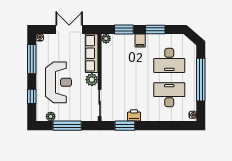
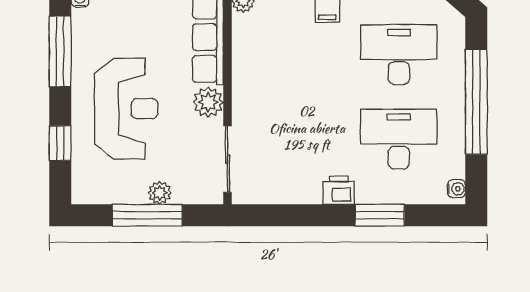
desk: (169, 60) -> (399, 55), turned 180
printer: (134, 115) -> (339, 190), moved
plant: (51, 116) -> (160, 193), moved
window: (125, 126) -> (380, 215), moved

